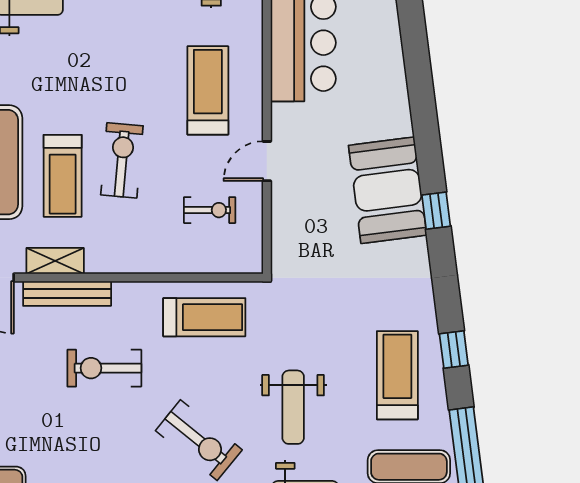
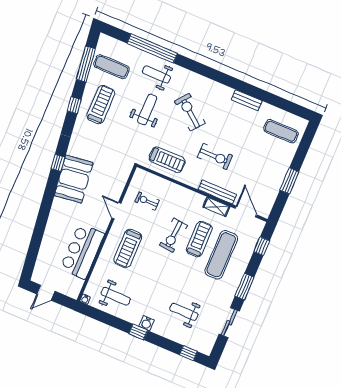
door: (267, 161) -> (116, 211), swing flipped
treadmill: (204, 317) -> (167, 160), turned 180
treadmill: (397, 375) -> (101, 105), turned 180

